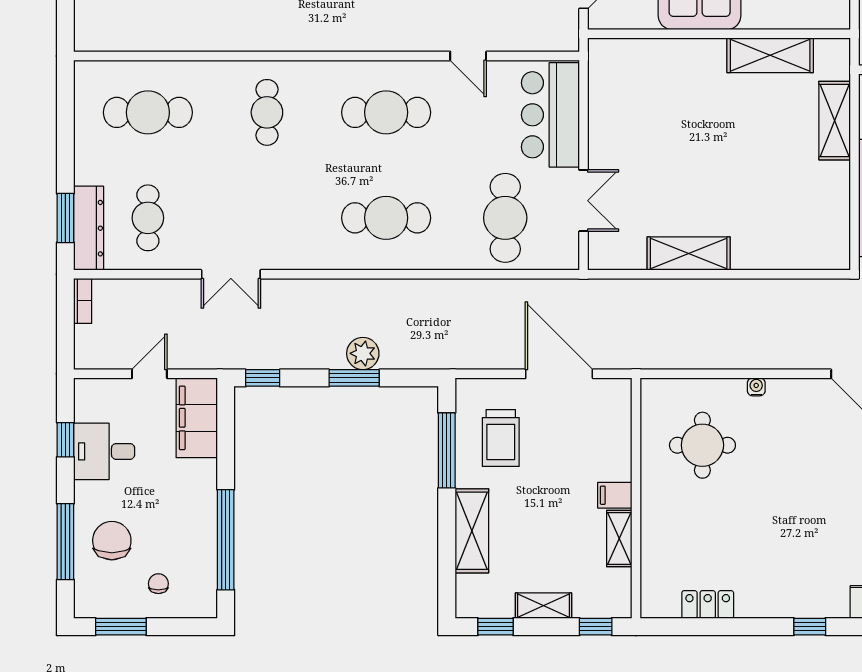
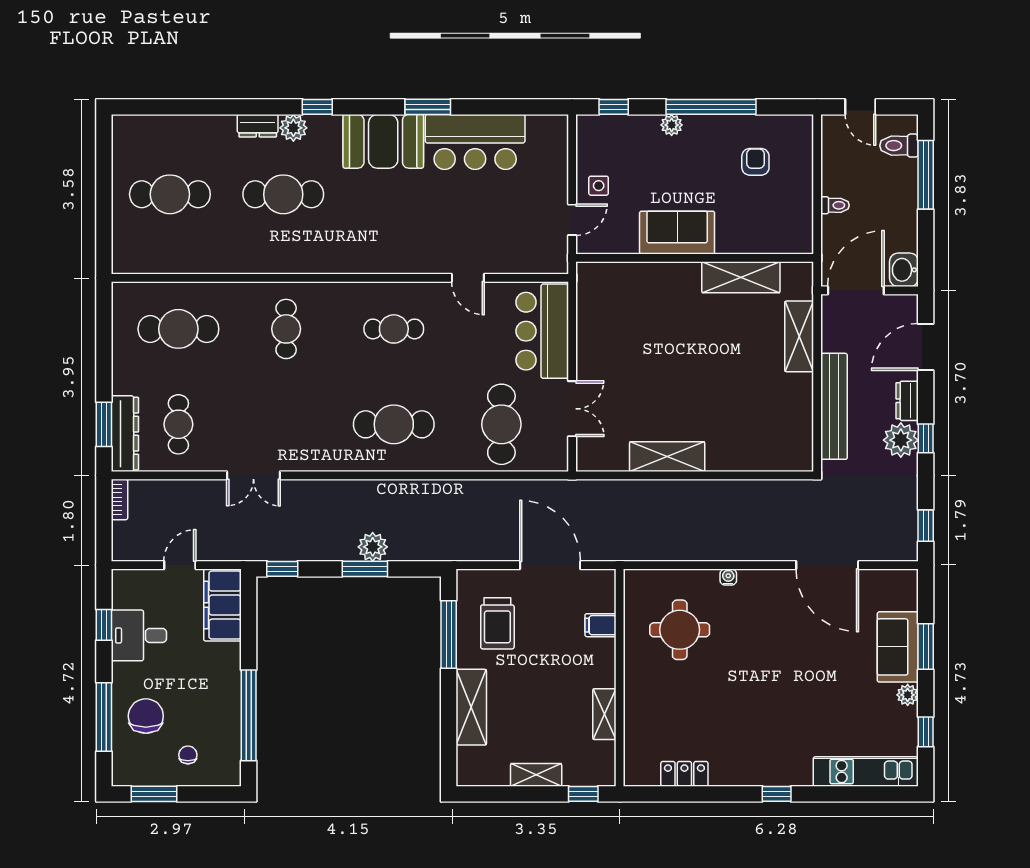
cafe table: (386, 112) -> (394, 329), width x0.73, depth x0.74
filing cabinet: (615, 495) -> (600, 625), moved
window: (496, 627) -> (493, 794), removed

